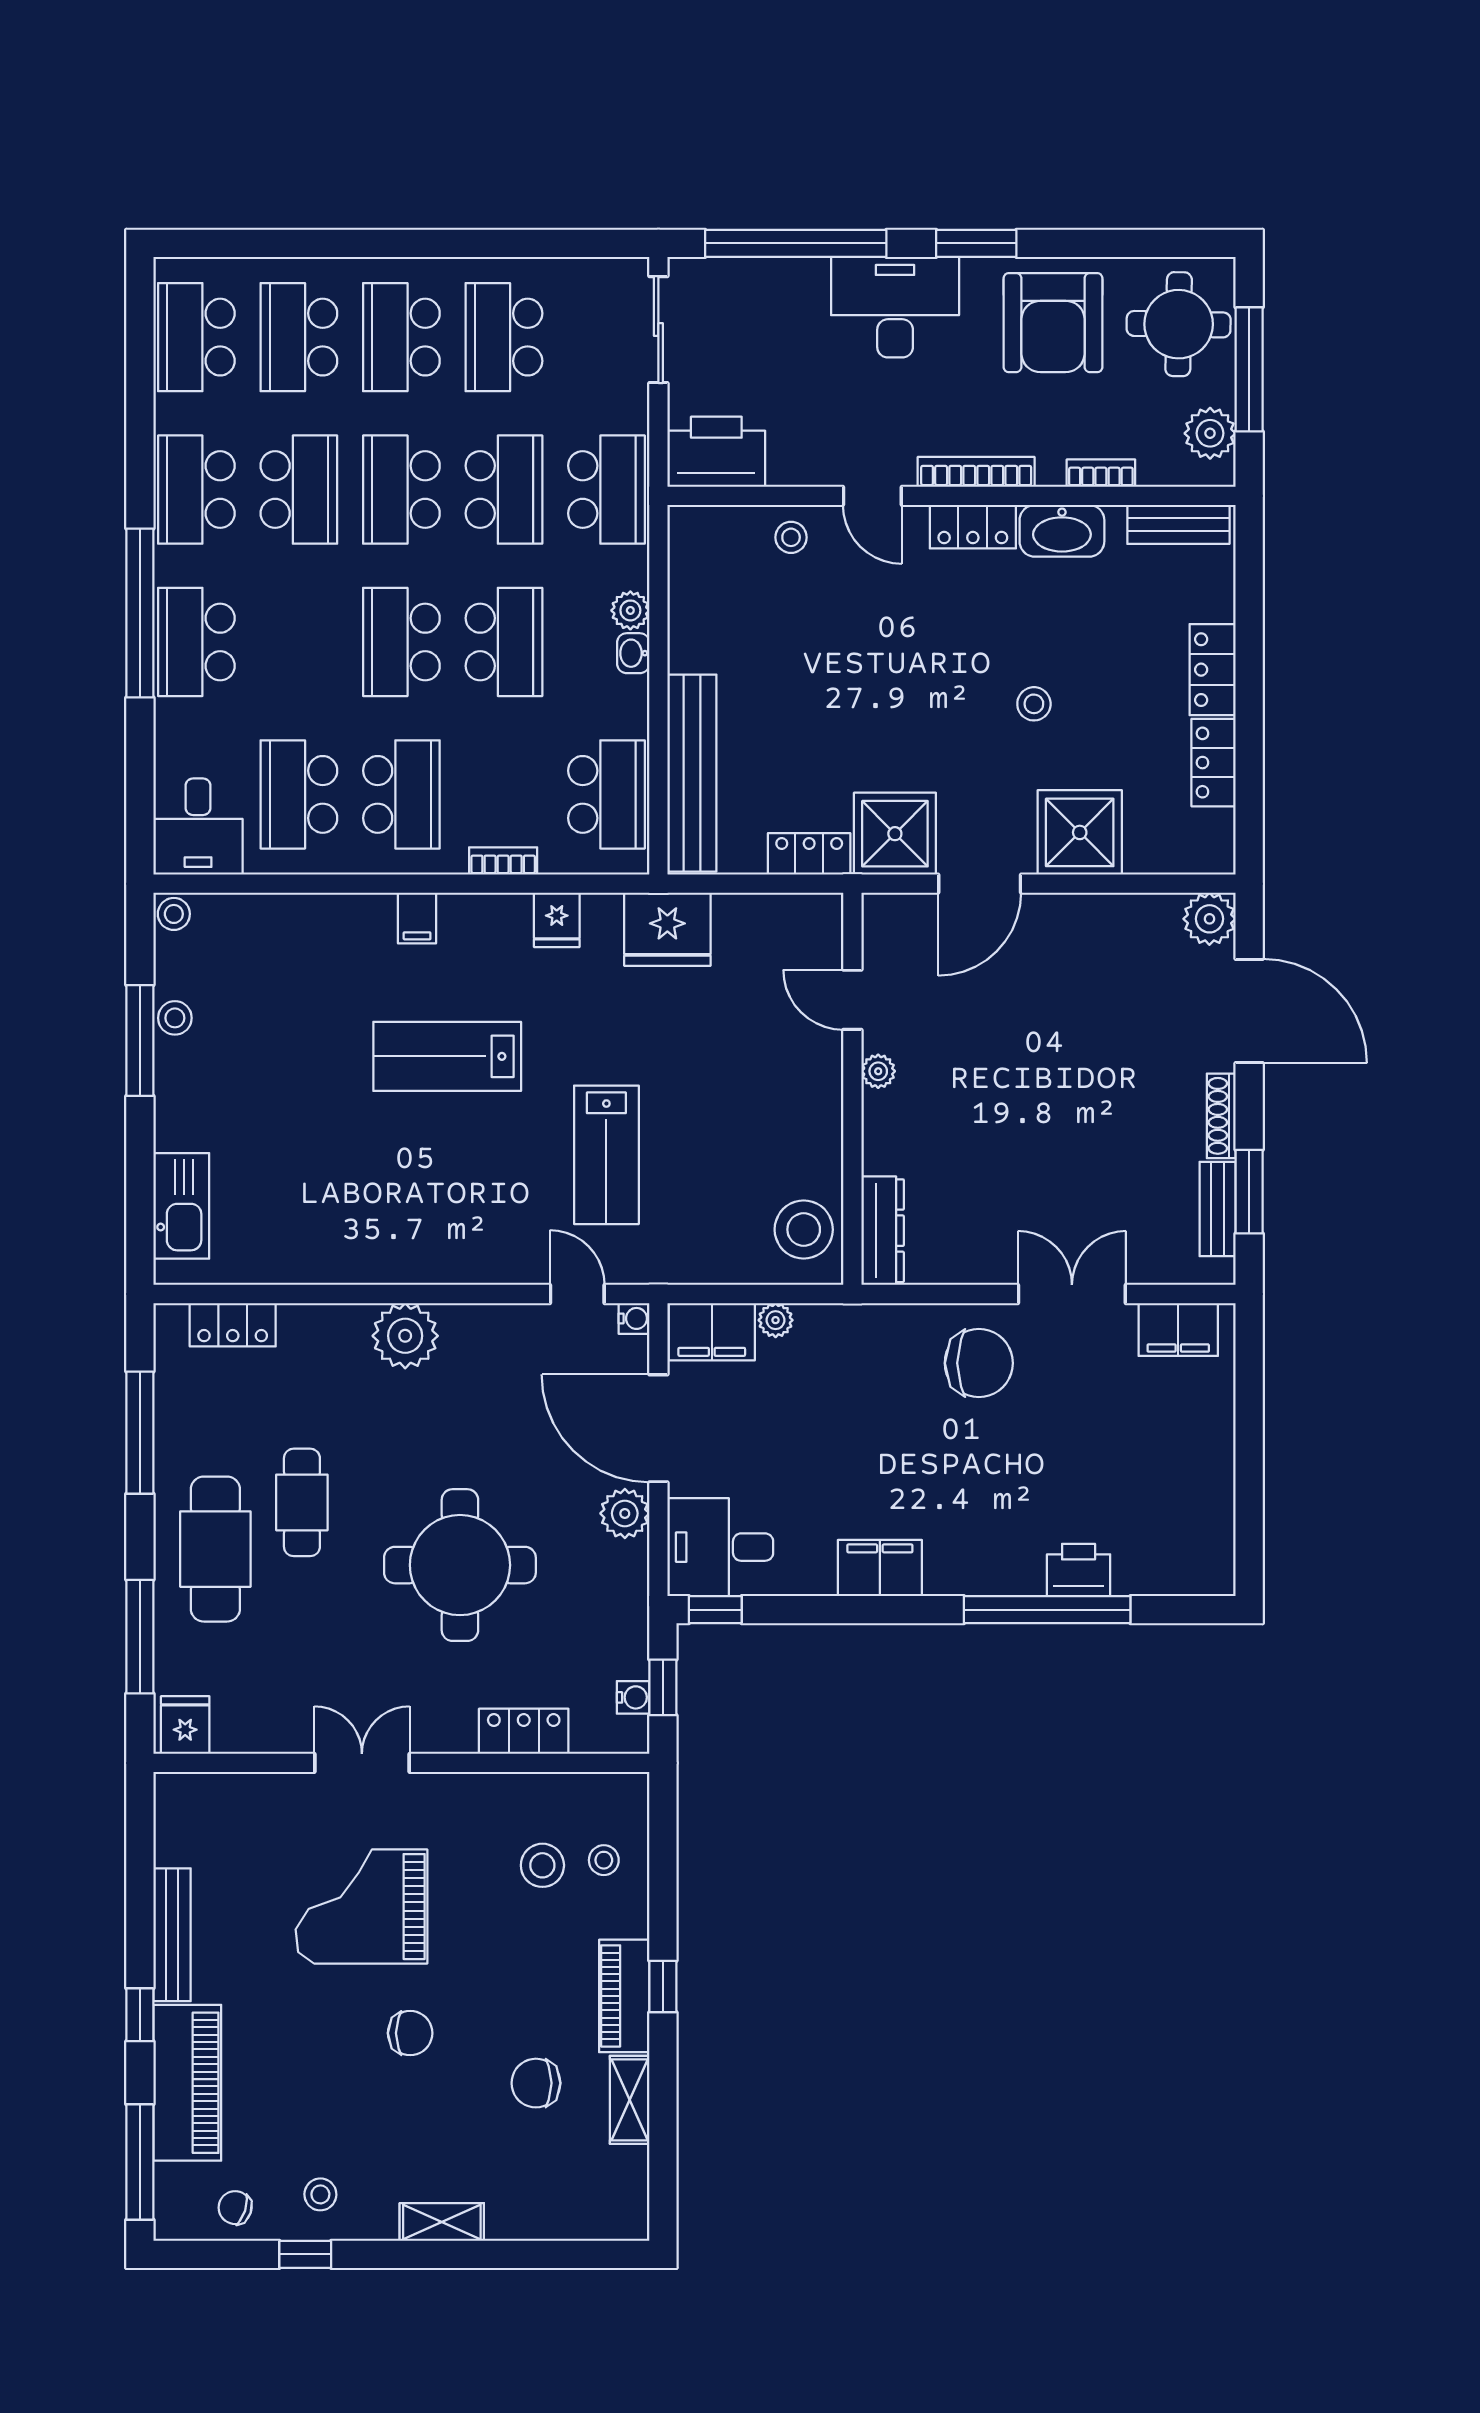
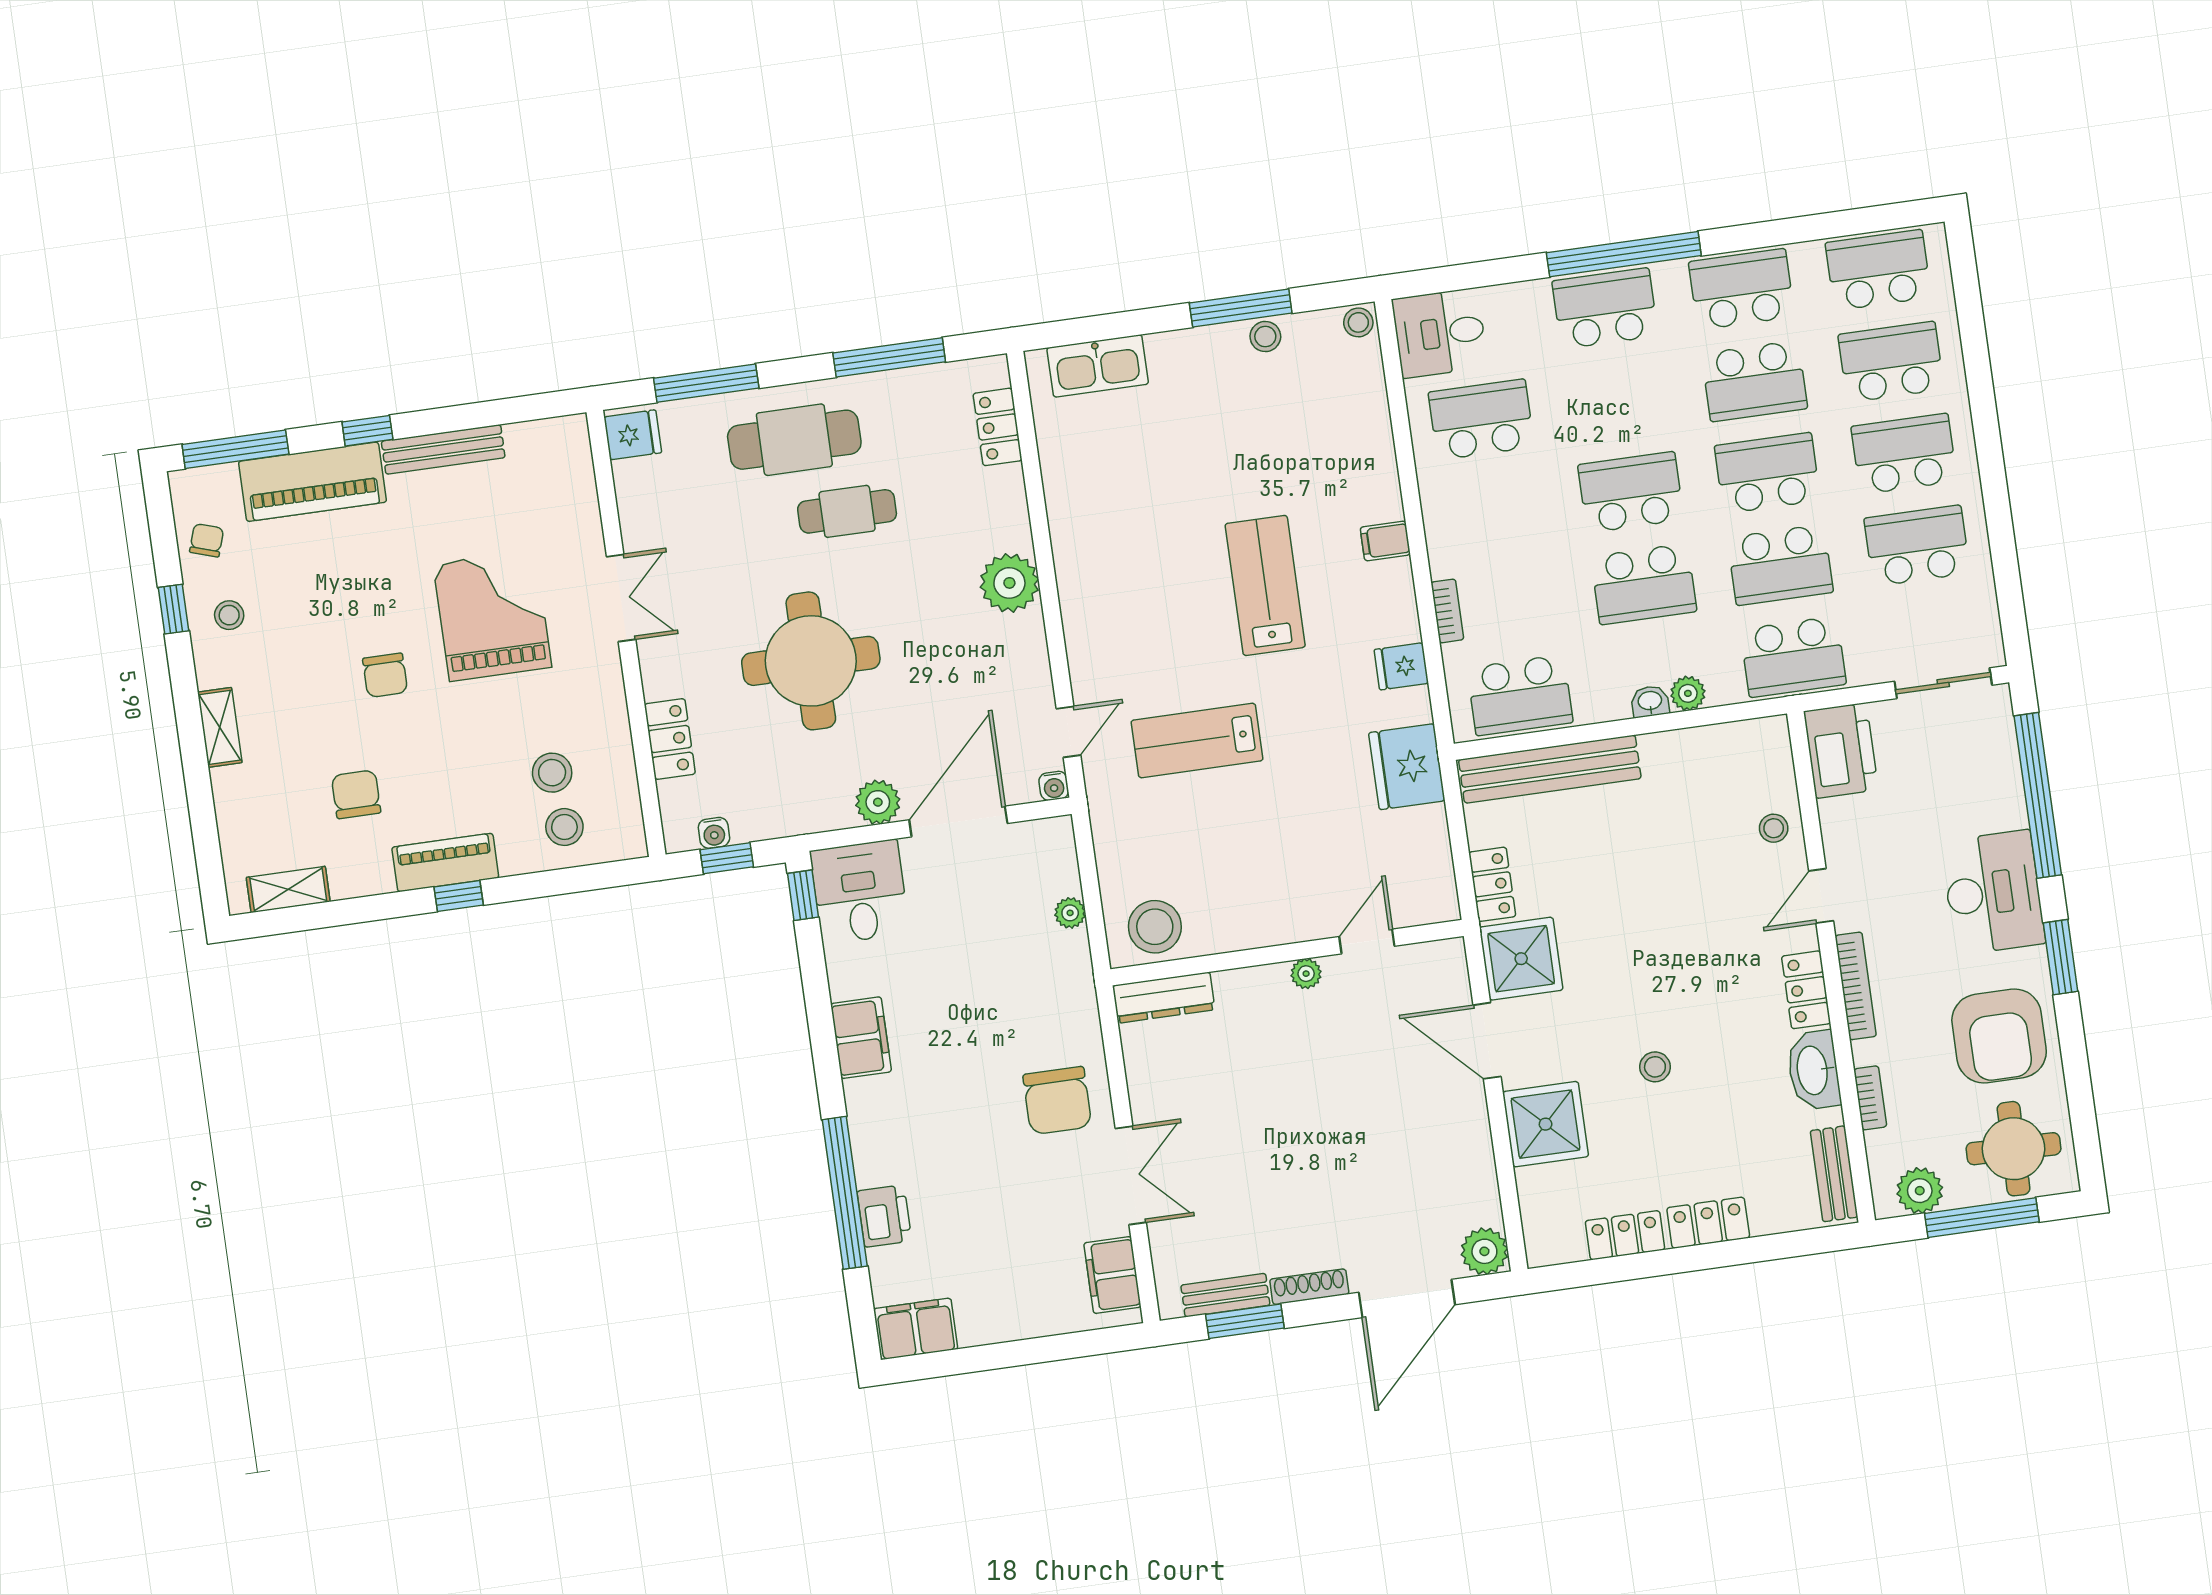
armchair: (1053, 323) -> (1999, 1036), turned -90
school desk: (401, 794) -> (1494, 511), removed
filing cabinet: (712, 1332) -> (916, 1329), moved, turned 90
stool: (604, 1860) -> (564, 827), width x1.37, depth x1.37
shelving: (630, 2100) -> (288, 889), moved

